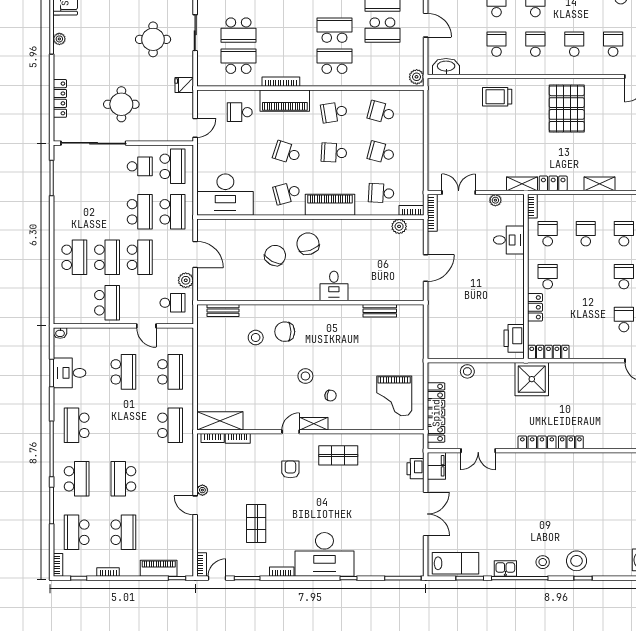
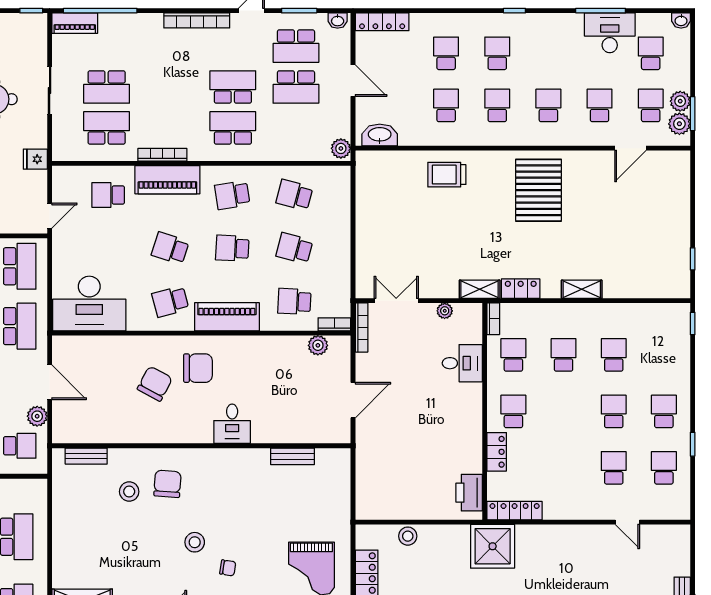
chair: (308, 244) -> (198, 368), turned 108
chair: (285, 332) -> (167, 484), turned 94

